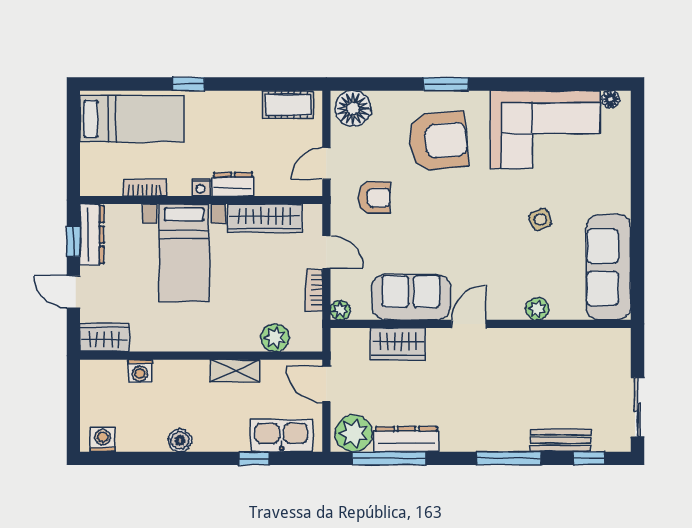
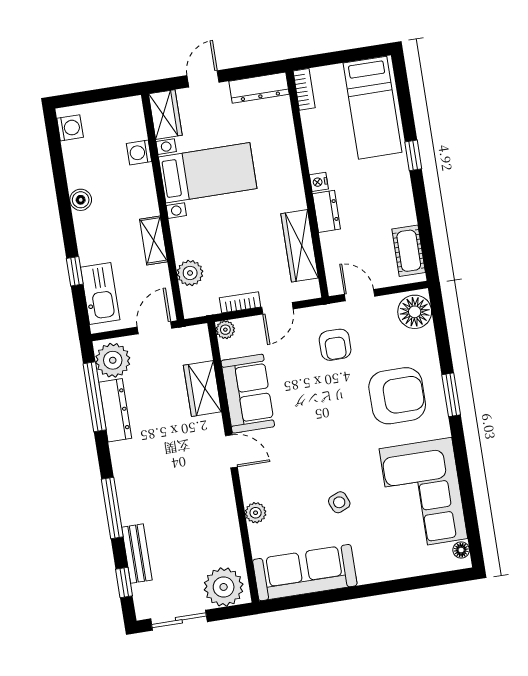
armchair: (438, 141) -> (397, 396), turned -85
bookcase: (145, 188) -> (304, 89), moved
window: (73, 242) -> (250, 71), removed
bed with nightstands: (184, 253) -> (208, 173), moved, turned 180
plant: (610, 355) -> (224, 587), added

